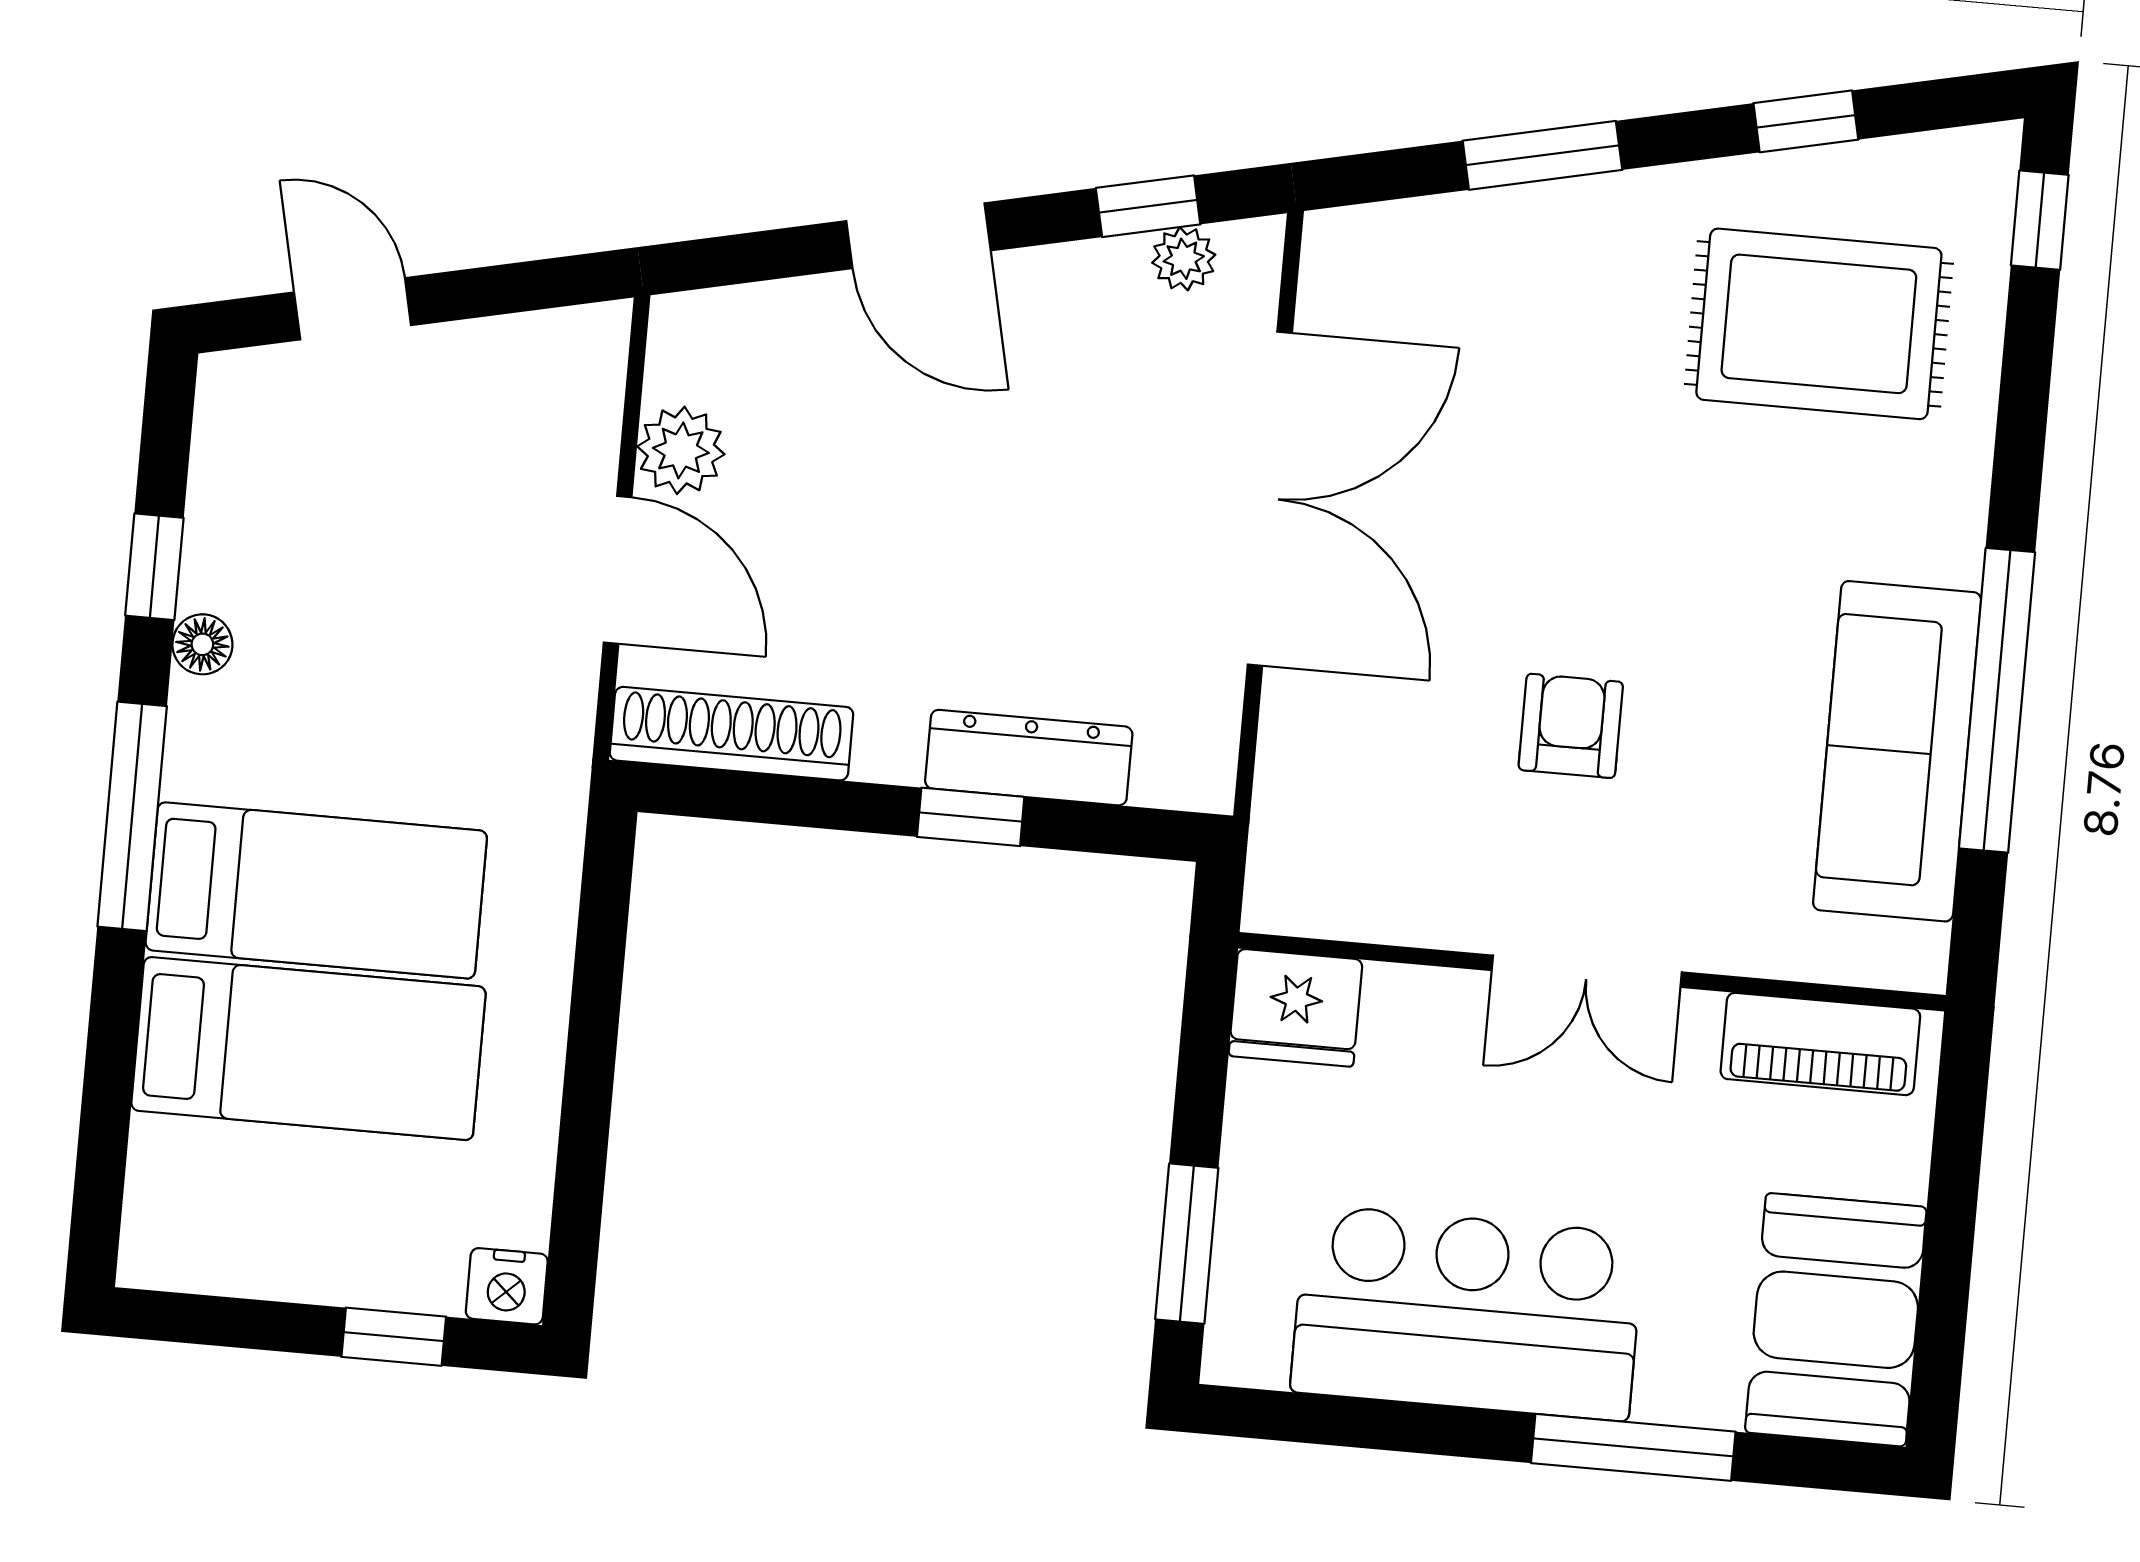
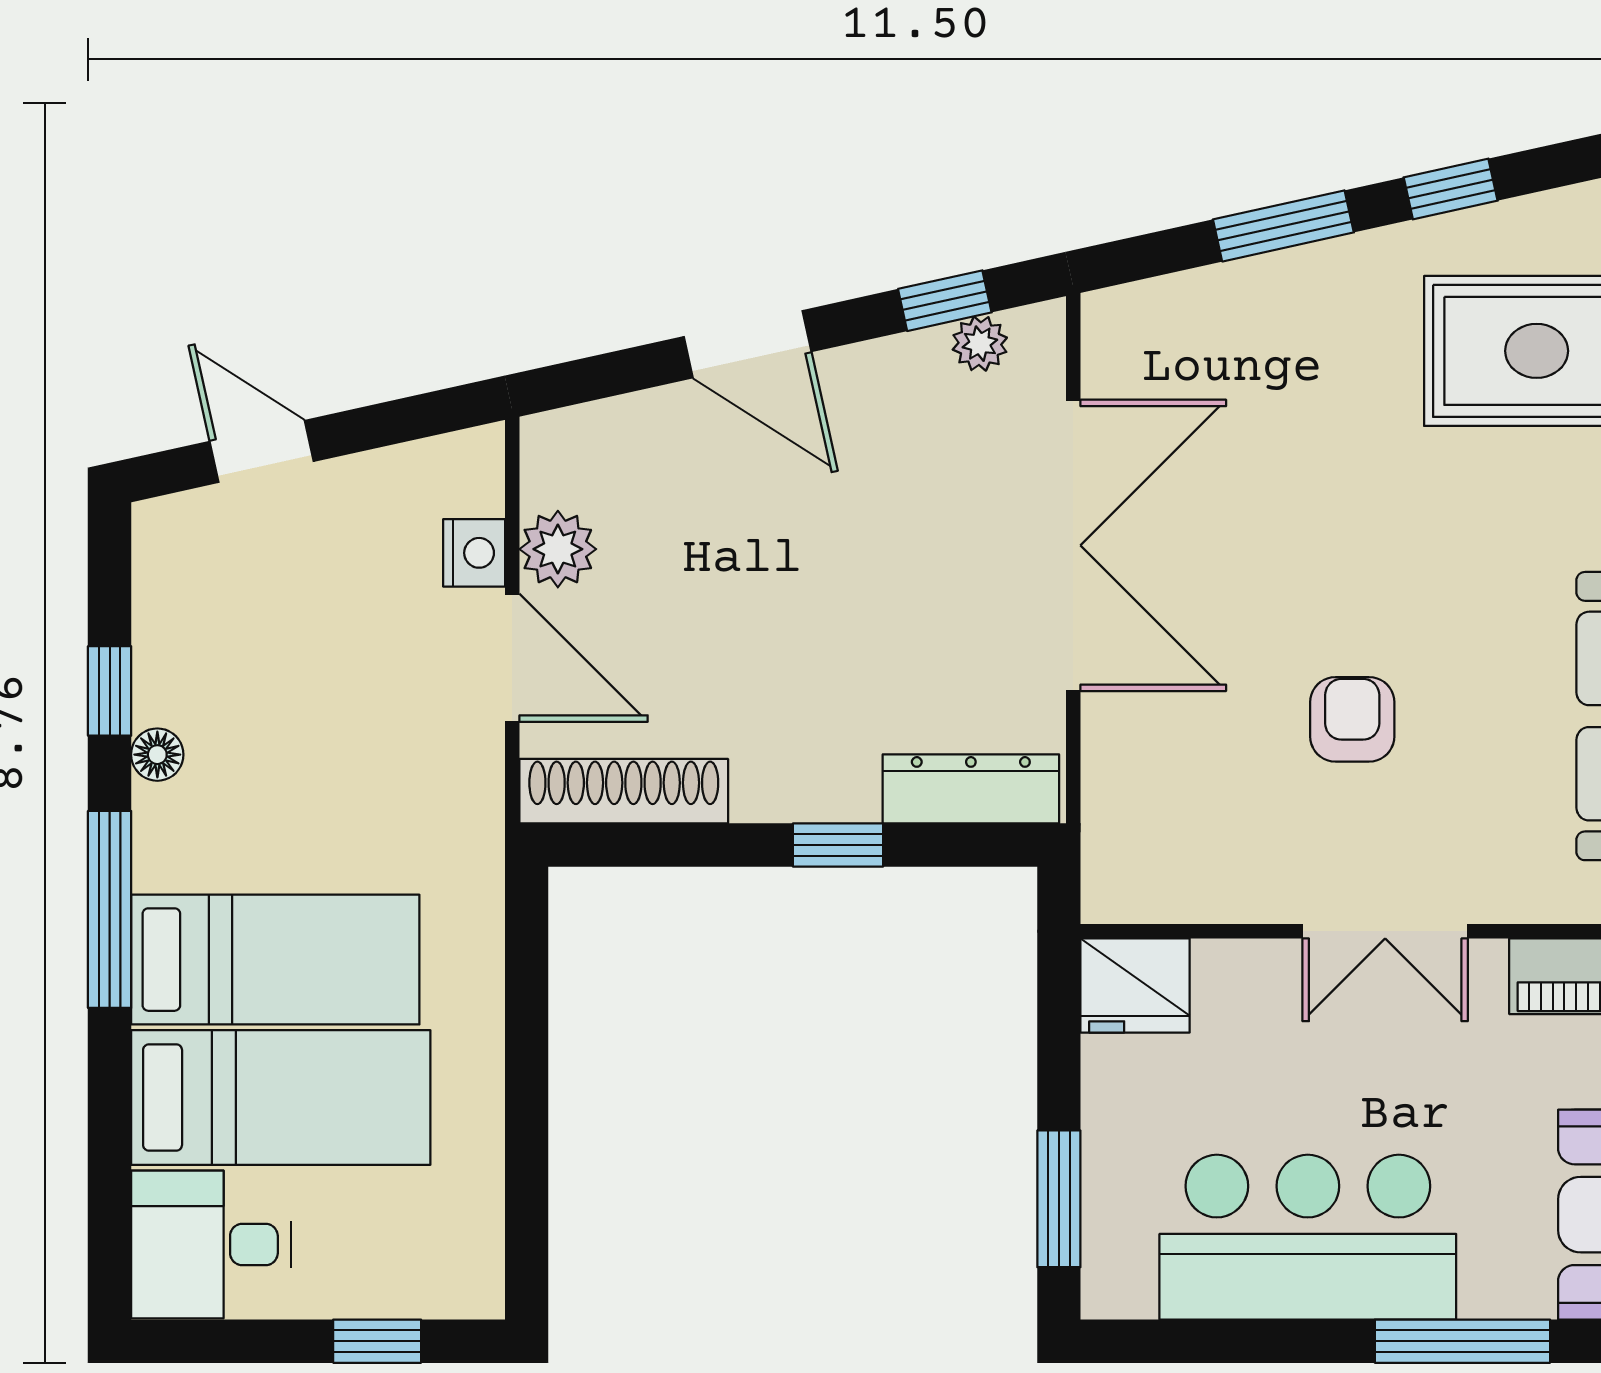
window: (1806, 121) -> (1451, 189), moved
dresser: (1029, 758) -> (971, 789), moved
desk: (214, 1209) -> (211, 1245), added
nightstand: (507, 1286) -> (474, 553), moved, turned -90

